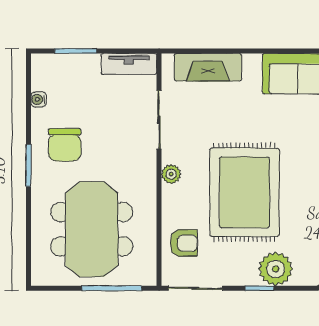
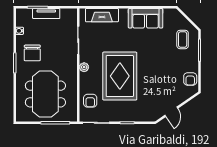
tv unit: (129, 64) -> (46, 14), moved
armchair: (184, 243) -> (90, 101), turned 90
plant: (276, 269) -> (135, 113), removed

